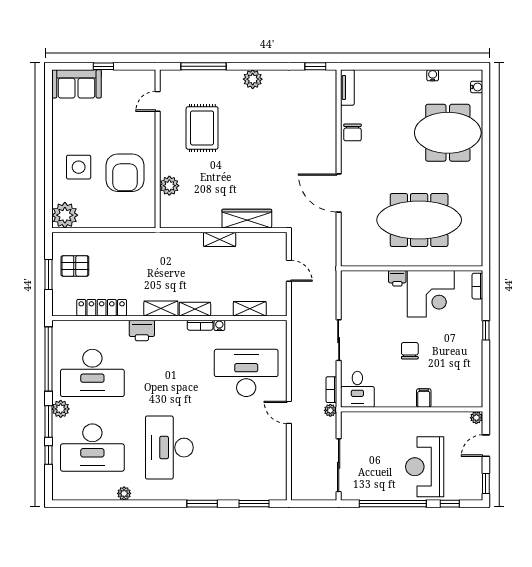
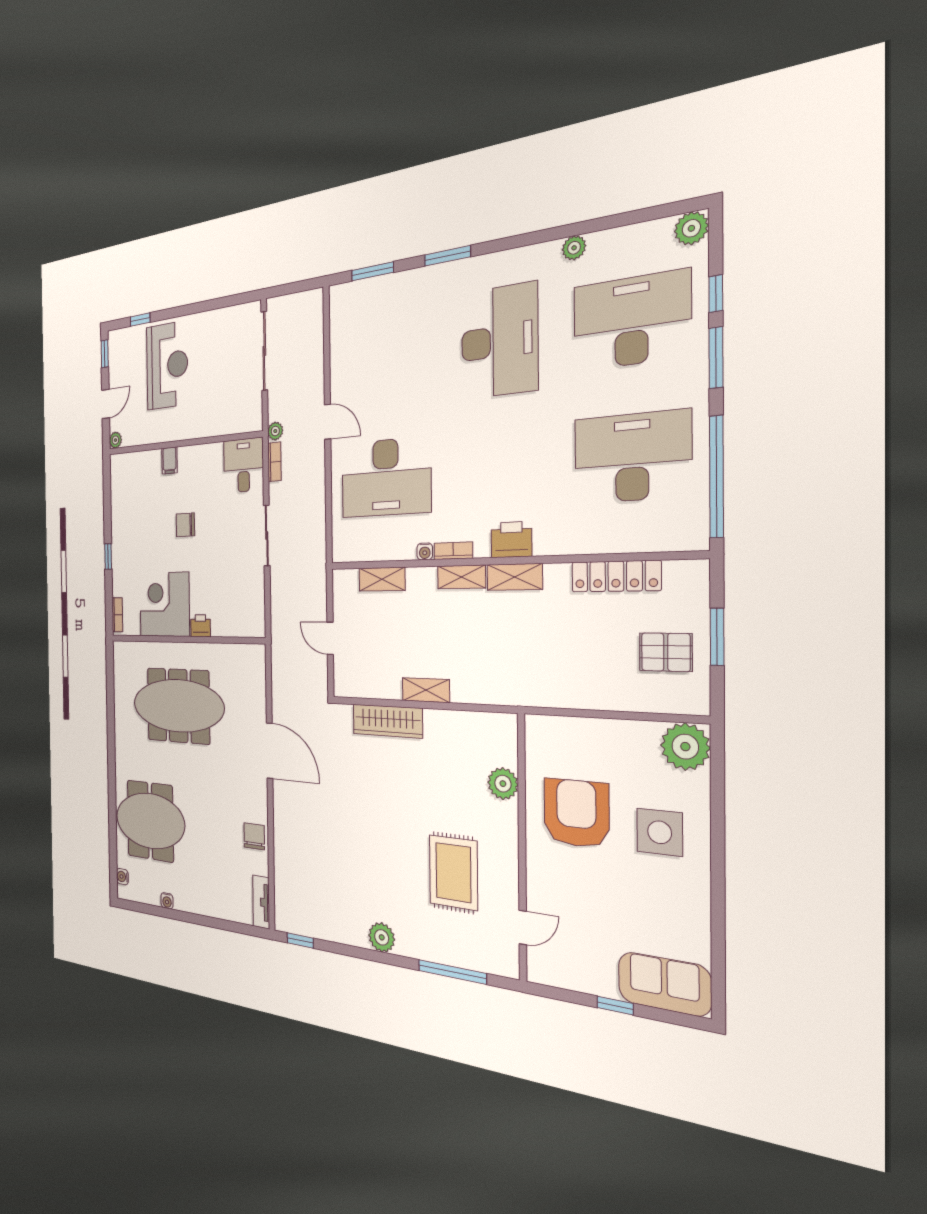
printer: (142, 330) -> (511, 540), moved
chair: (410, 351) -> (185, 525), turned 90
plant: (61, 409) -> (691, 228), moved
window: (393, 504) -> (201, 307), removed

